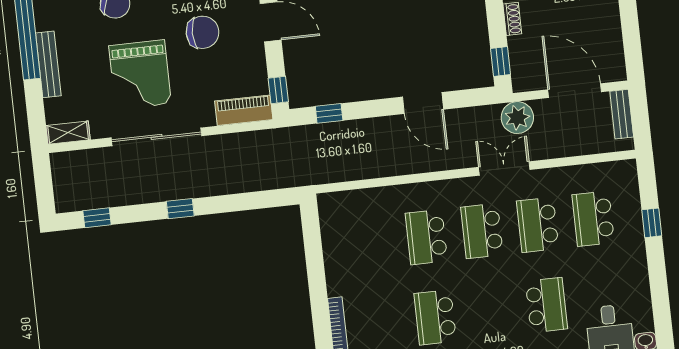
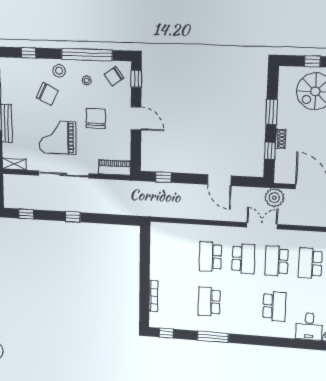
chair: (203, 32) -> (96, 118), turned -90
window: (500, 61) -> (270, 151), moved
grand piano: (140, 75) -> (58, 137), turned 90
window: (278, 90) -> (136, 159), removed
school desk: (482, 231) -> (243, 259), turned 180

